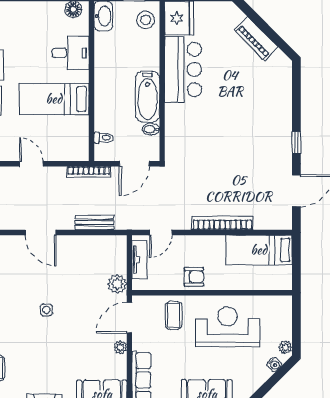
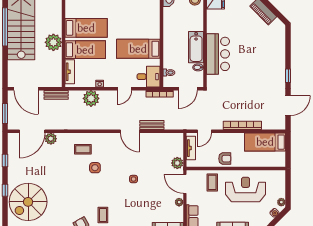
desk: (71, 53) -> (149, 77), moved
bar counter: (183, 69) -> (218, 54), moved
door: (31, 164) -> (124, 89), swing flipped
bench: (94, 223) -> (152, 125), moved
door: (129, 318) -> (185, 184), hinge flipped

